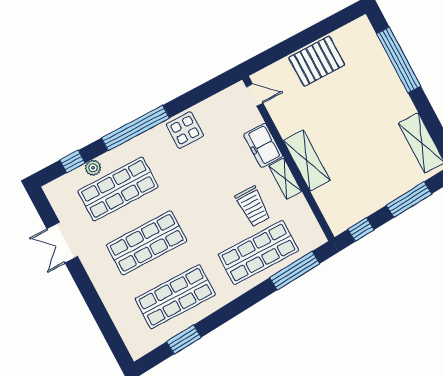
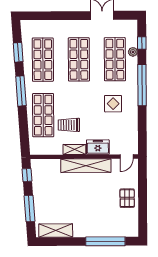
pallet: (317, 61) -> (127, 198), width x0.67, depth x0.71
display table: (185, 130) -> (113, 104), moved
shelving: (307, 161) -> (86, 166), width x1.47
window: (295, 271) -> (21, 91), moved

